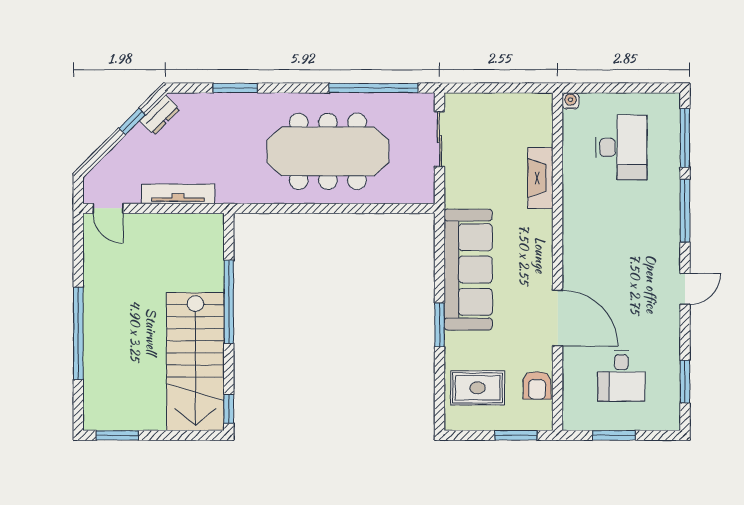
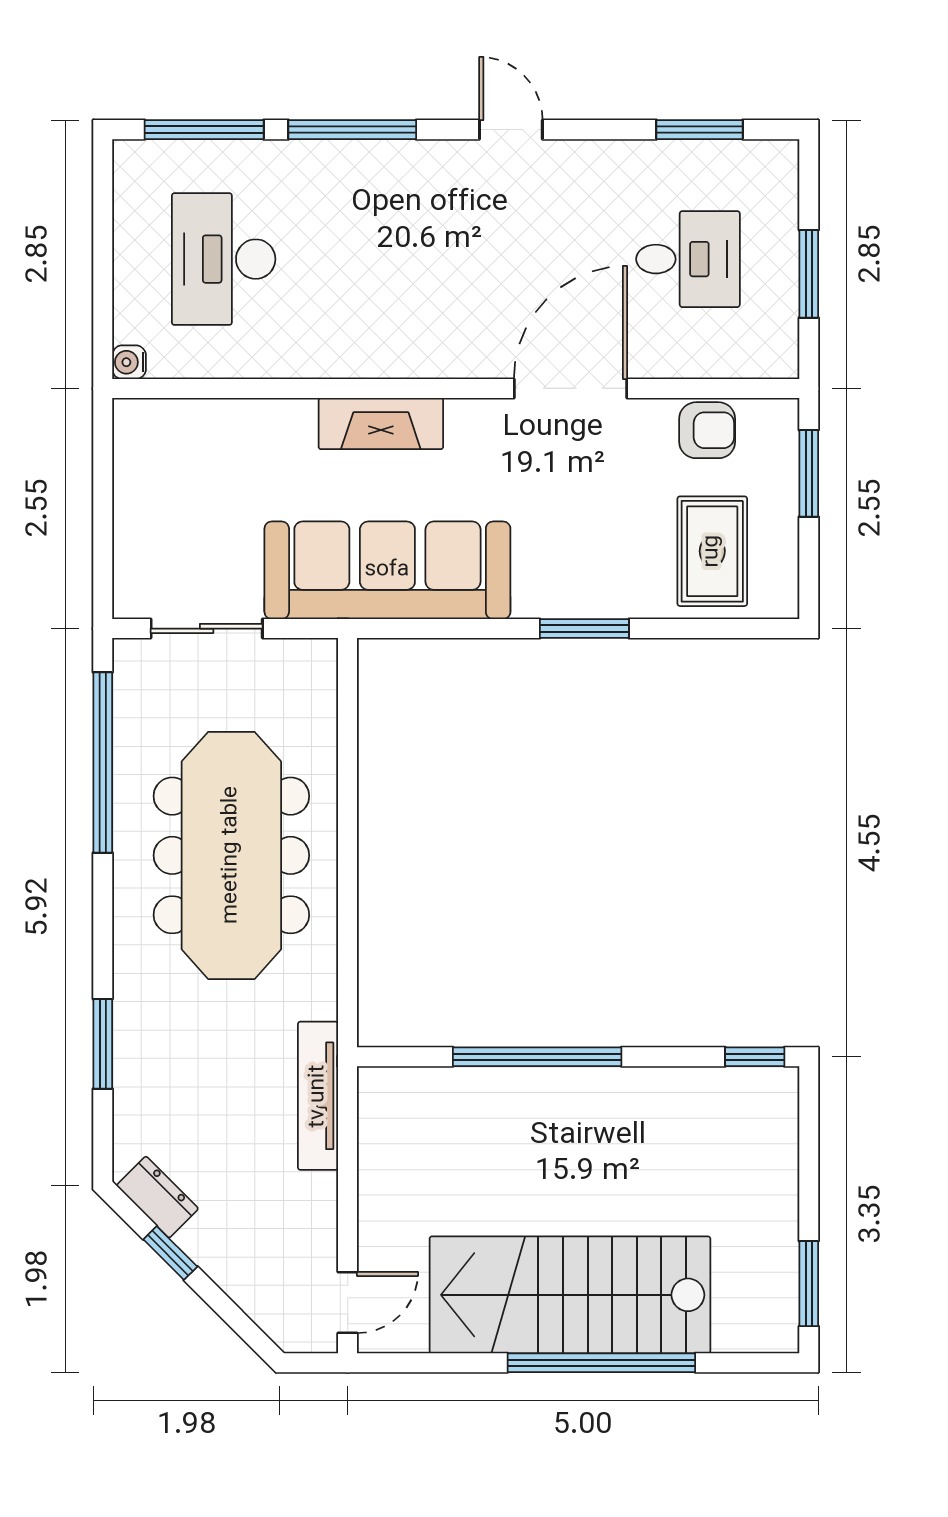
desk: (621, 147) -> (224, 259), turned -90
fireplace: (540, 178) -> (381, 424), moved
tv unit: (178, 194) -> (318, 1096), moved
sofa: (468, 270) -> (387, 570), moved
stairs: (195, 362) -> (570, 1295), moved, turned 180

